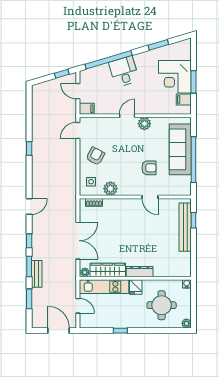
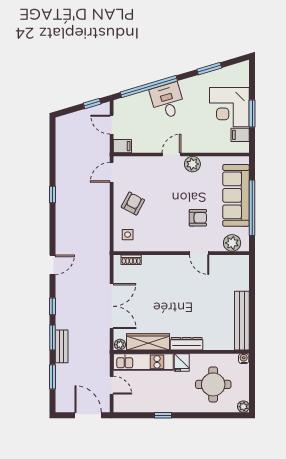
plant: (110, 189) -> (232, 243), moved
window: (194, 220) -> (252, 281), removed
bench: (185, 227) -> (242, 321), moved

